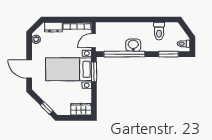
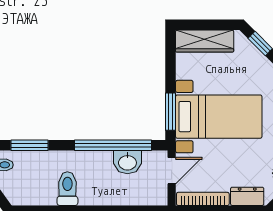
toilet: (159, 31) -> (67, 189), moved
washbasin: (133, 45) -> (127, 162), moved
wardrobe: (81, 109) -> (205, 41), width x1.50

